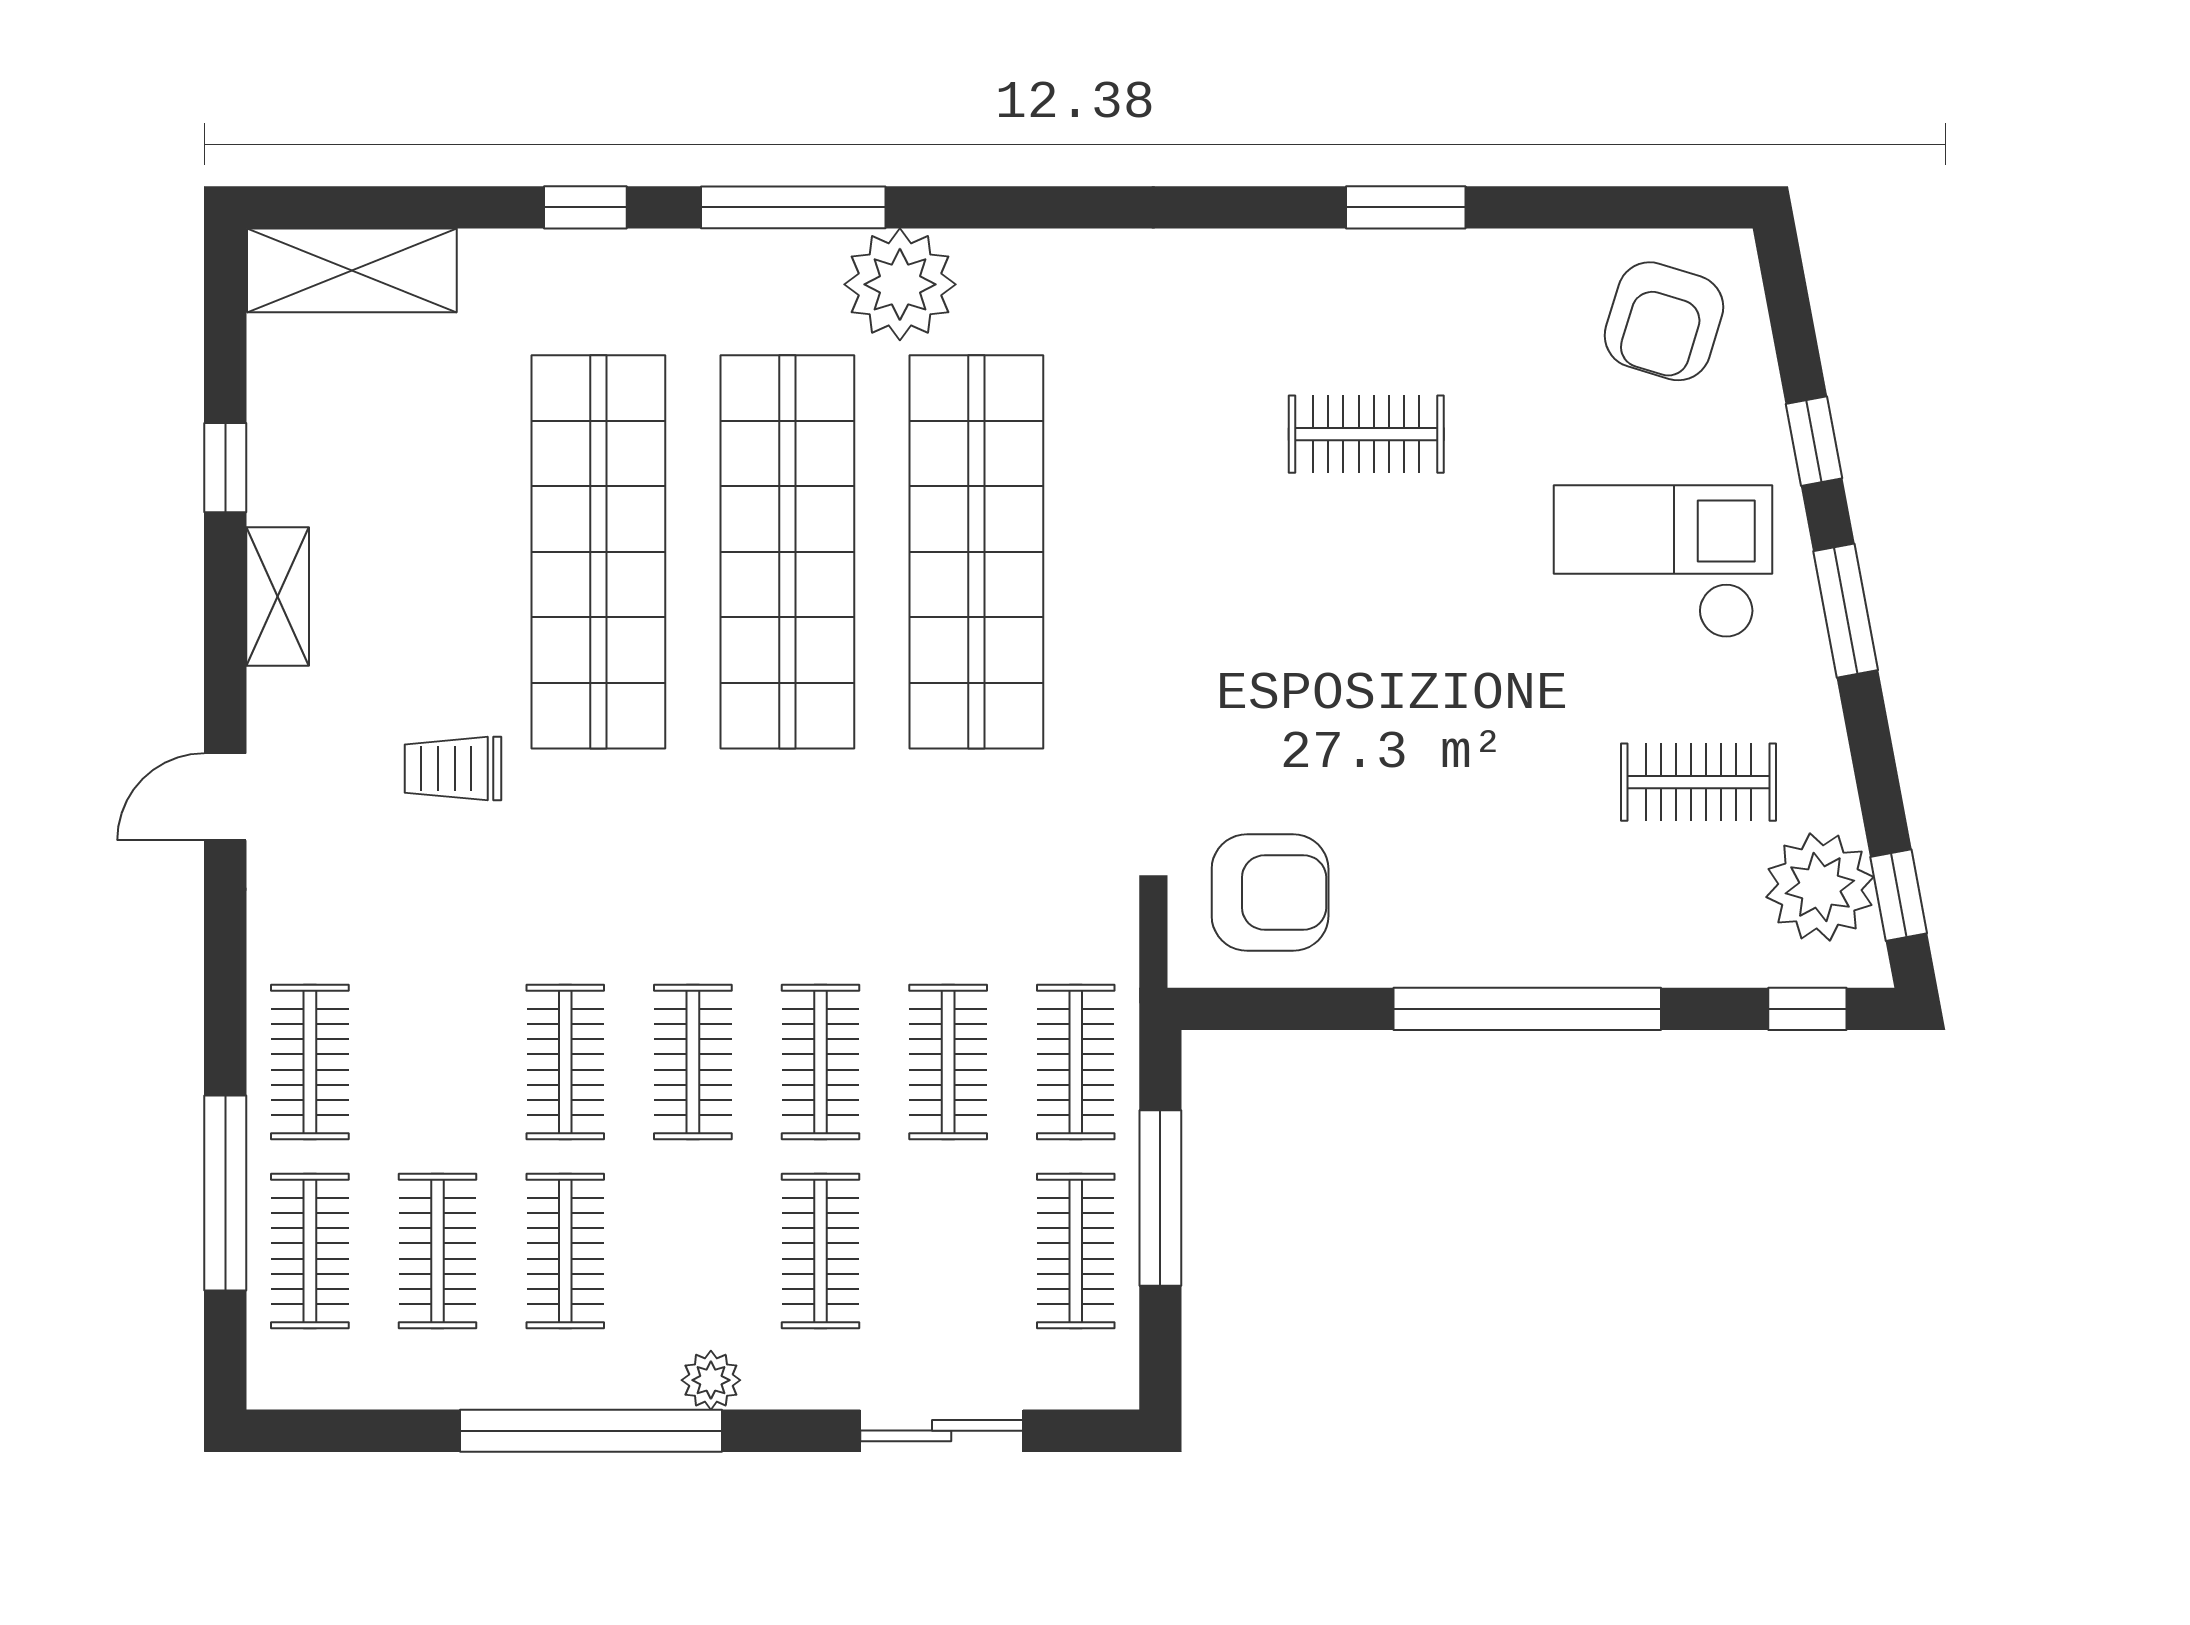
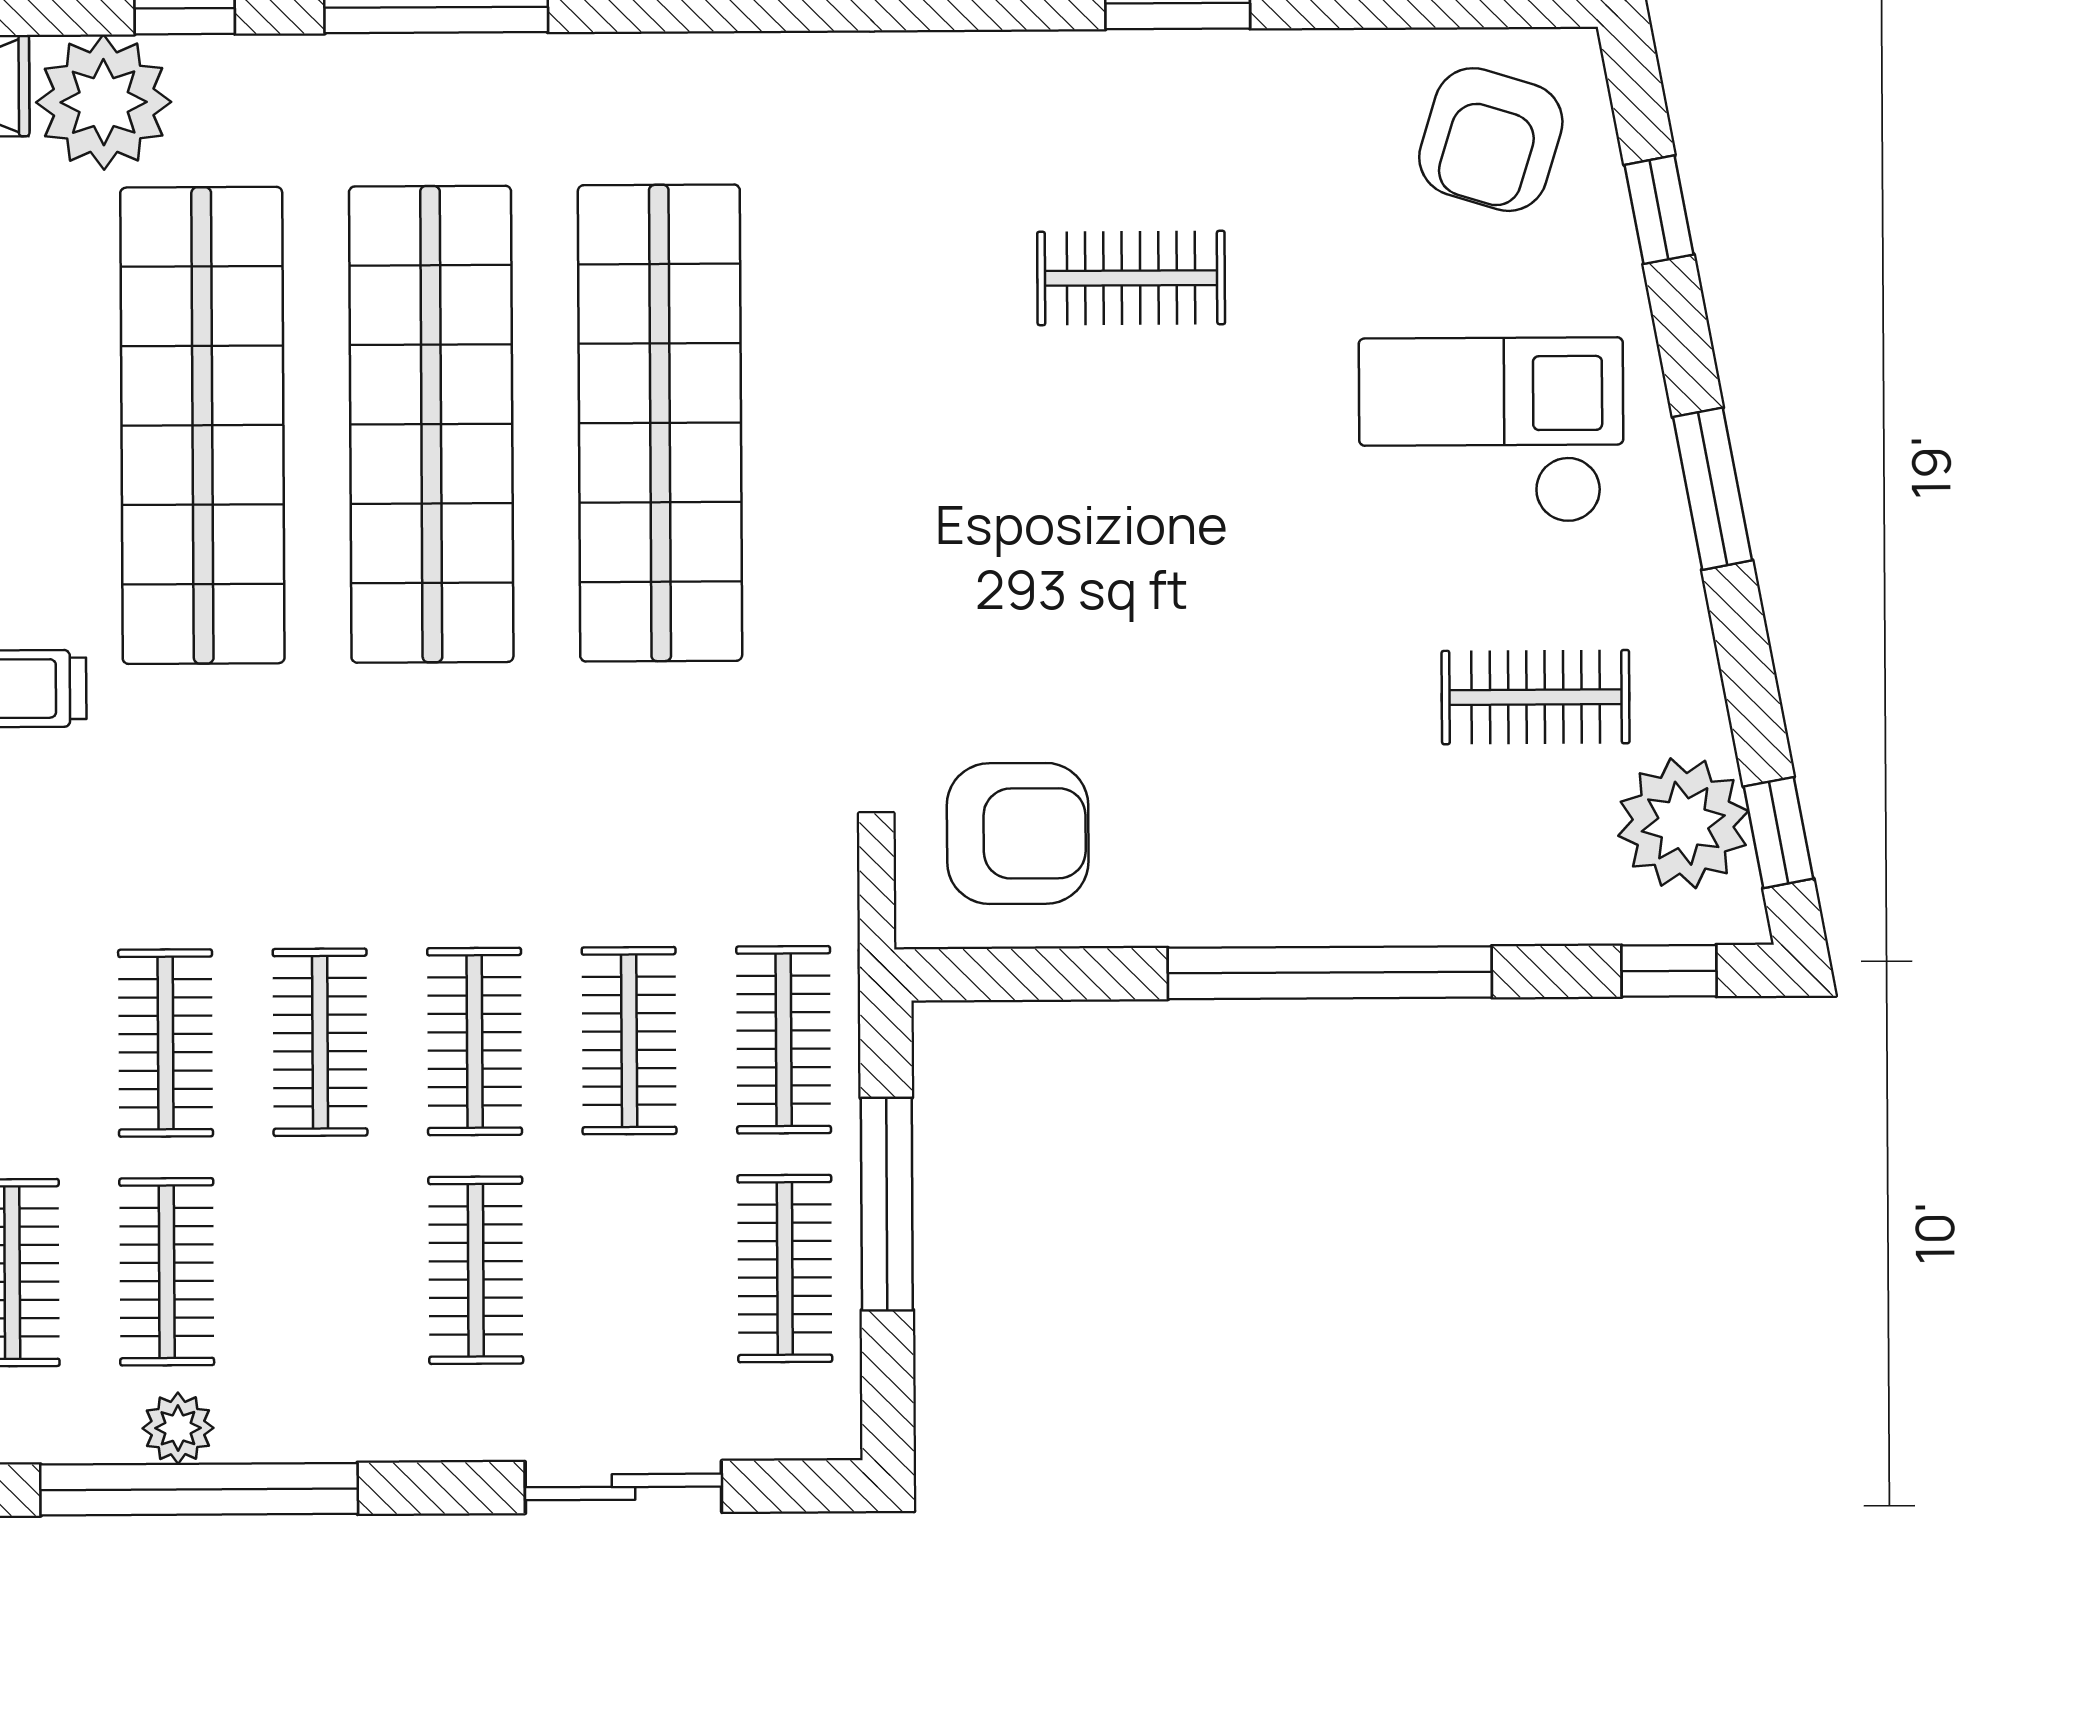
plant: (900, 284) -> (104, 102), moved
window: (1814, 441) -> (1659, 210), moved
plant: (711, 1380) -> (178, 1428), moved

